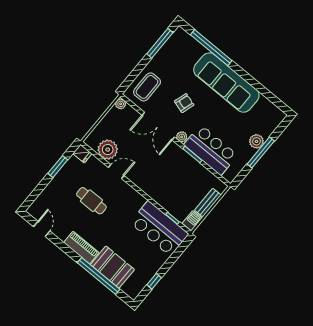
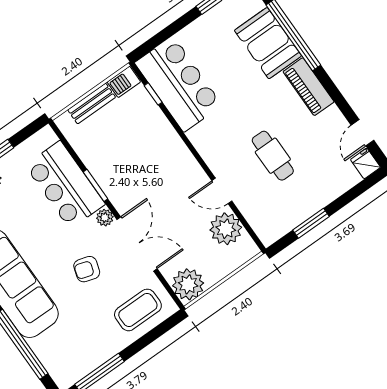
plant: (121, 104) -> (188, 284), width x1.87, depth x1.87
fridge: (82, 154) -> (365, 163), moved

